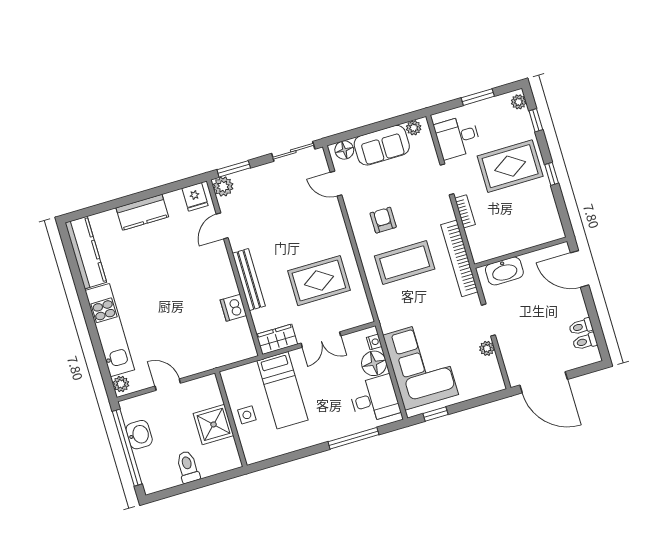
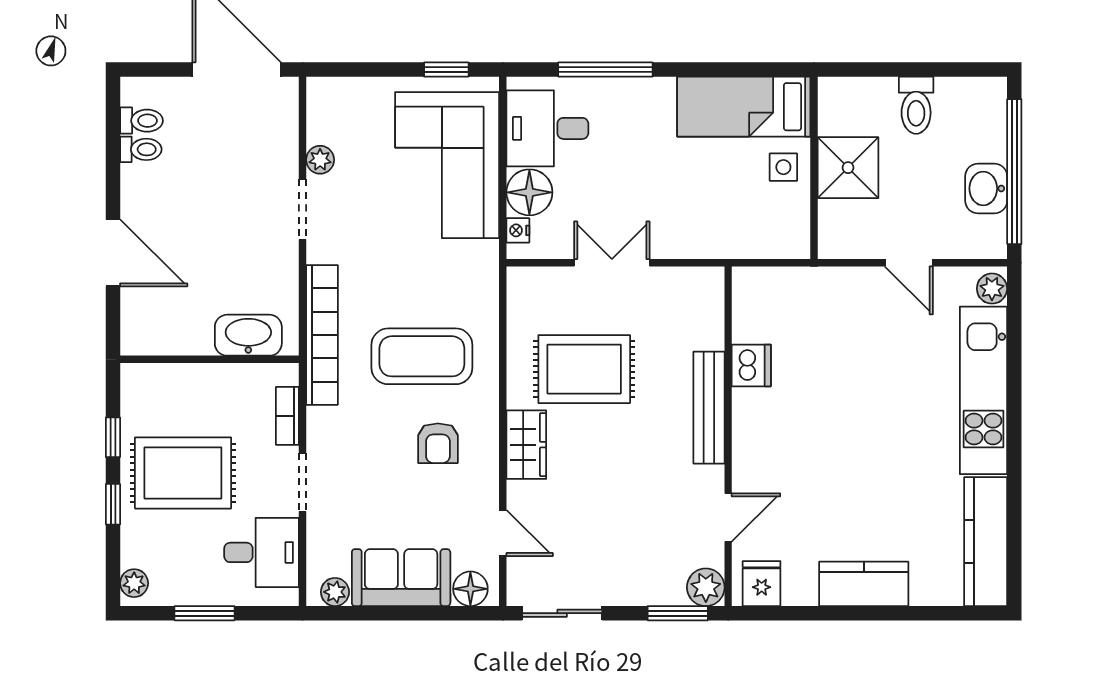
window: (536, 120) -> (113, 504), moved
wall: (521, 253) -> (210, 359), moved
washbasin: (504, 271) -> (248, 335), moved
wardrobe: (277, 339) -> (526, 445), moved, turned -90
bed: (282, 390) -> (744, 107), moved, turned -90

